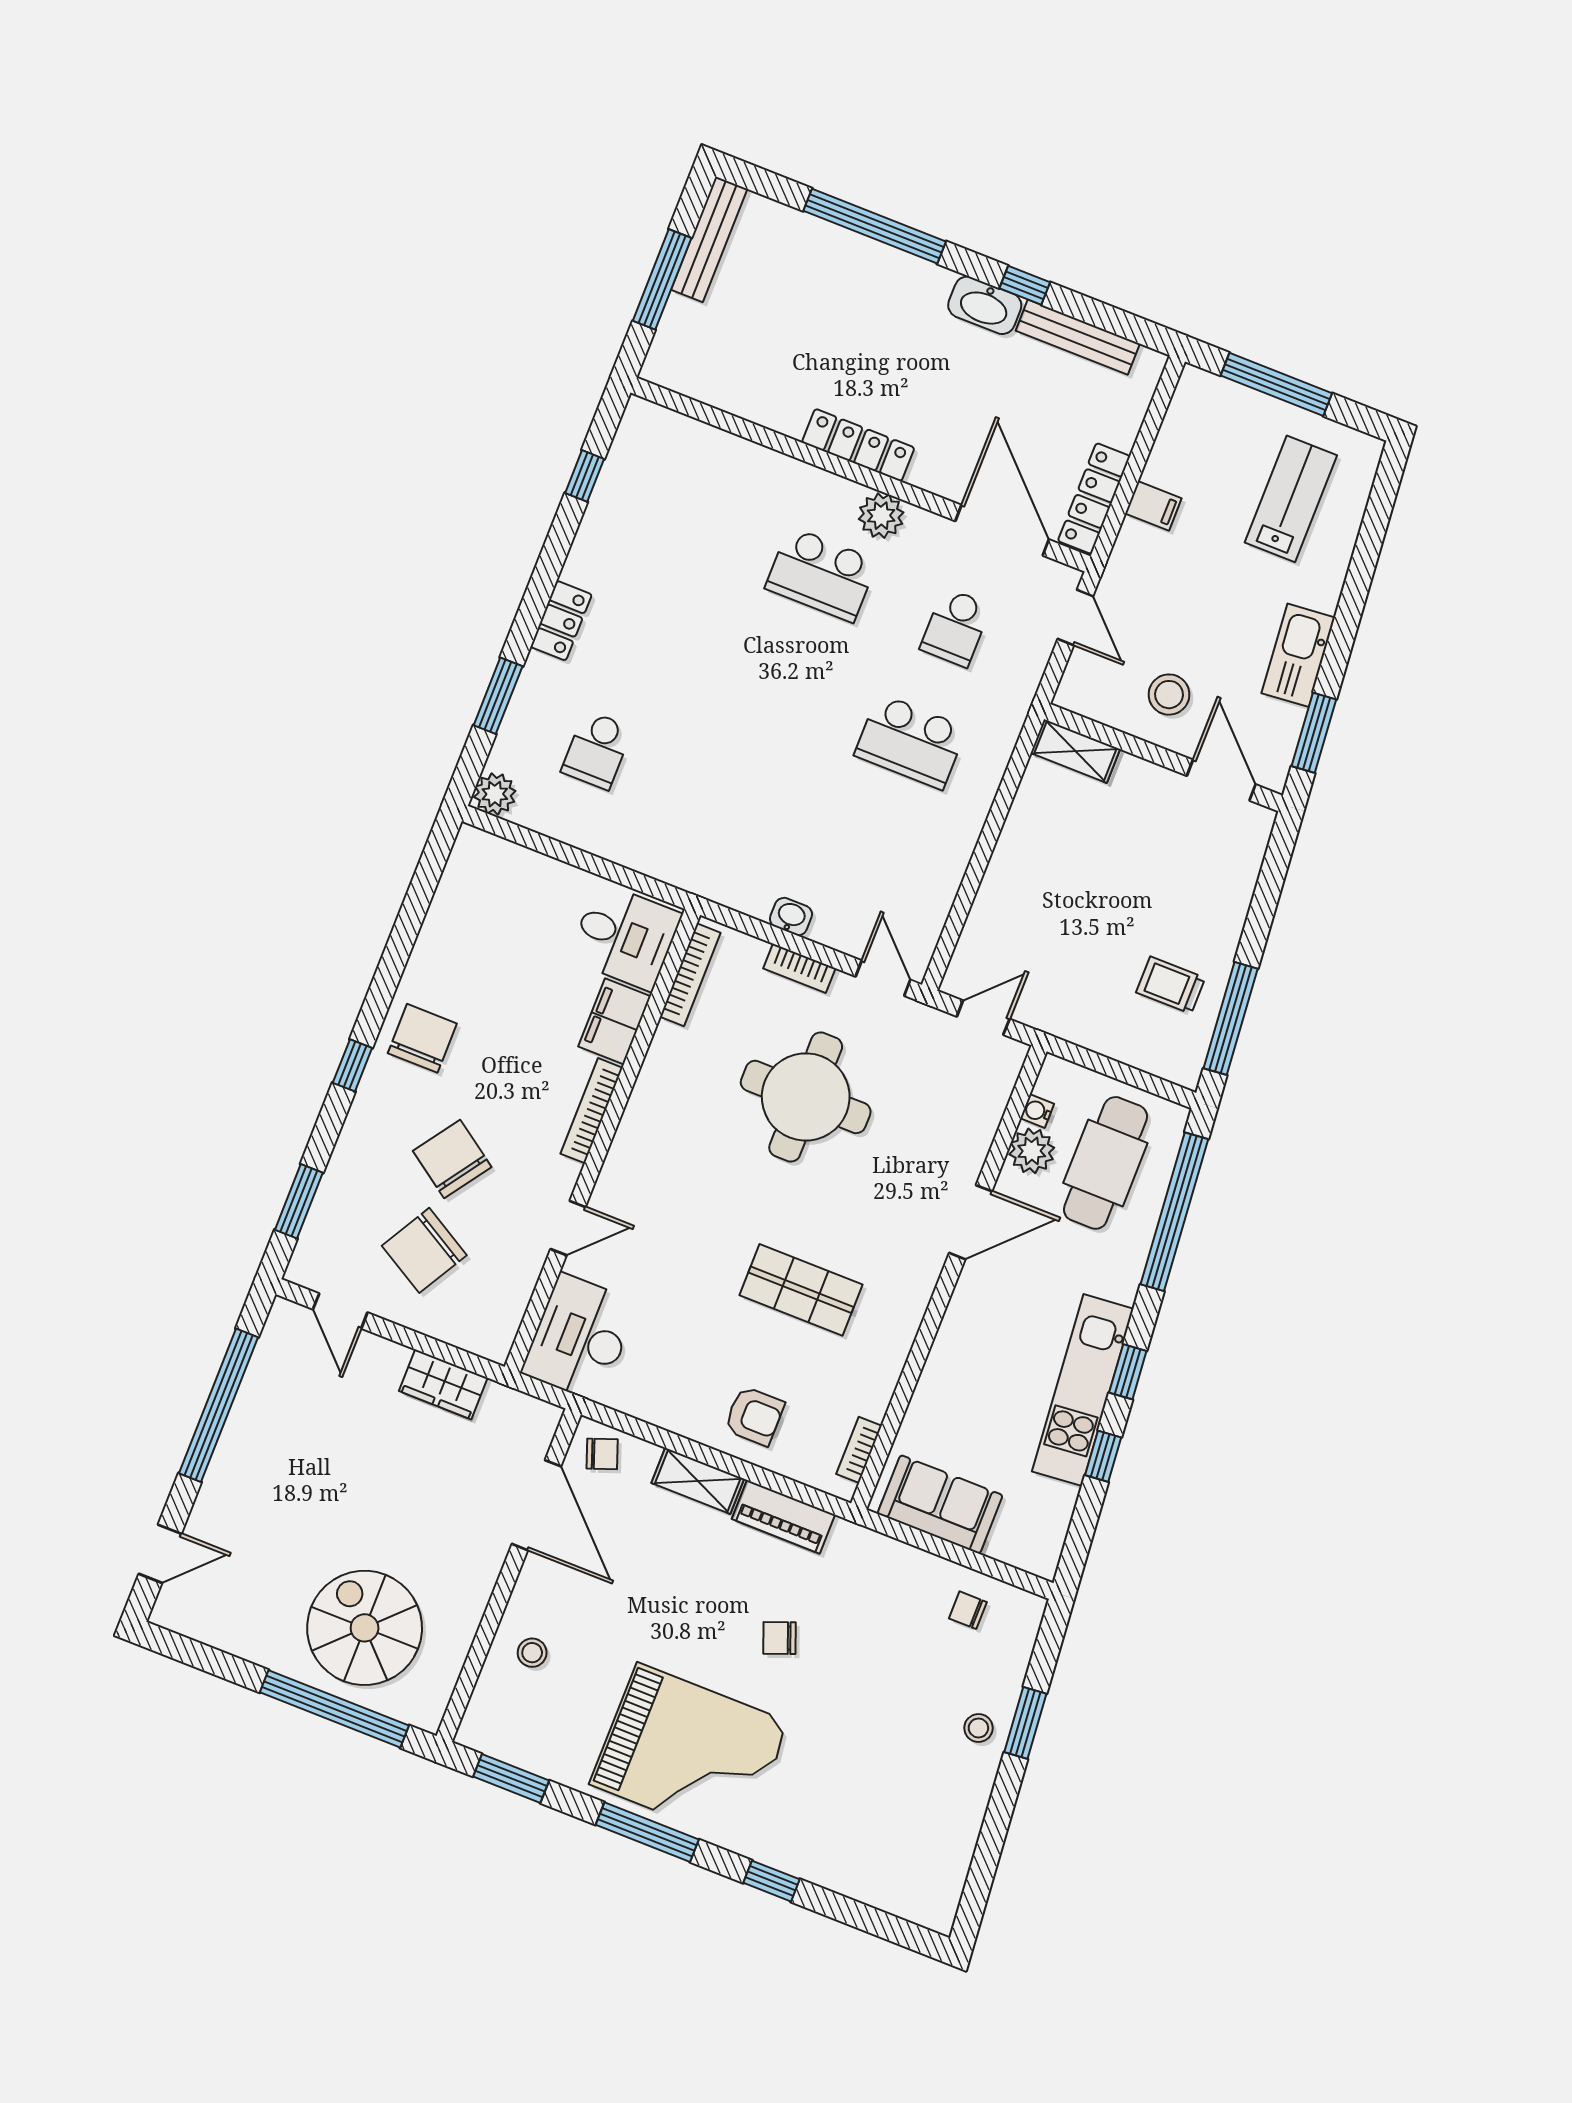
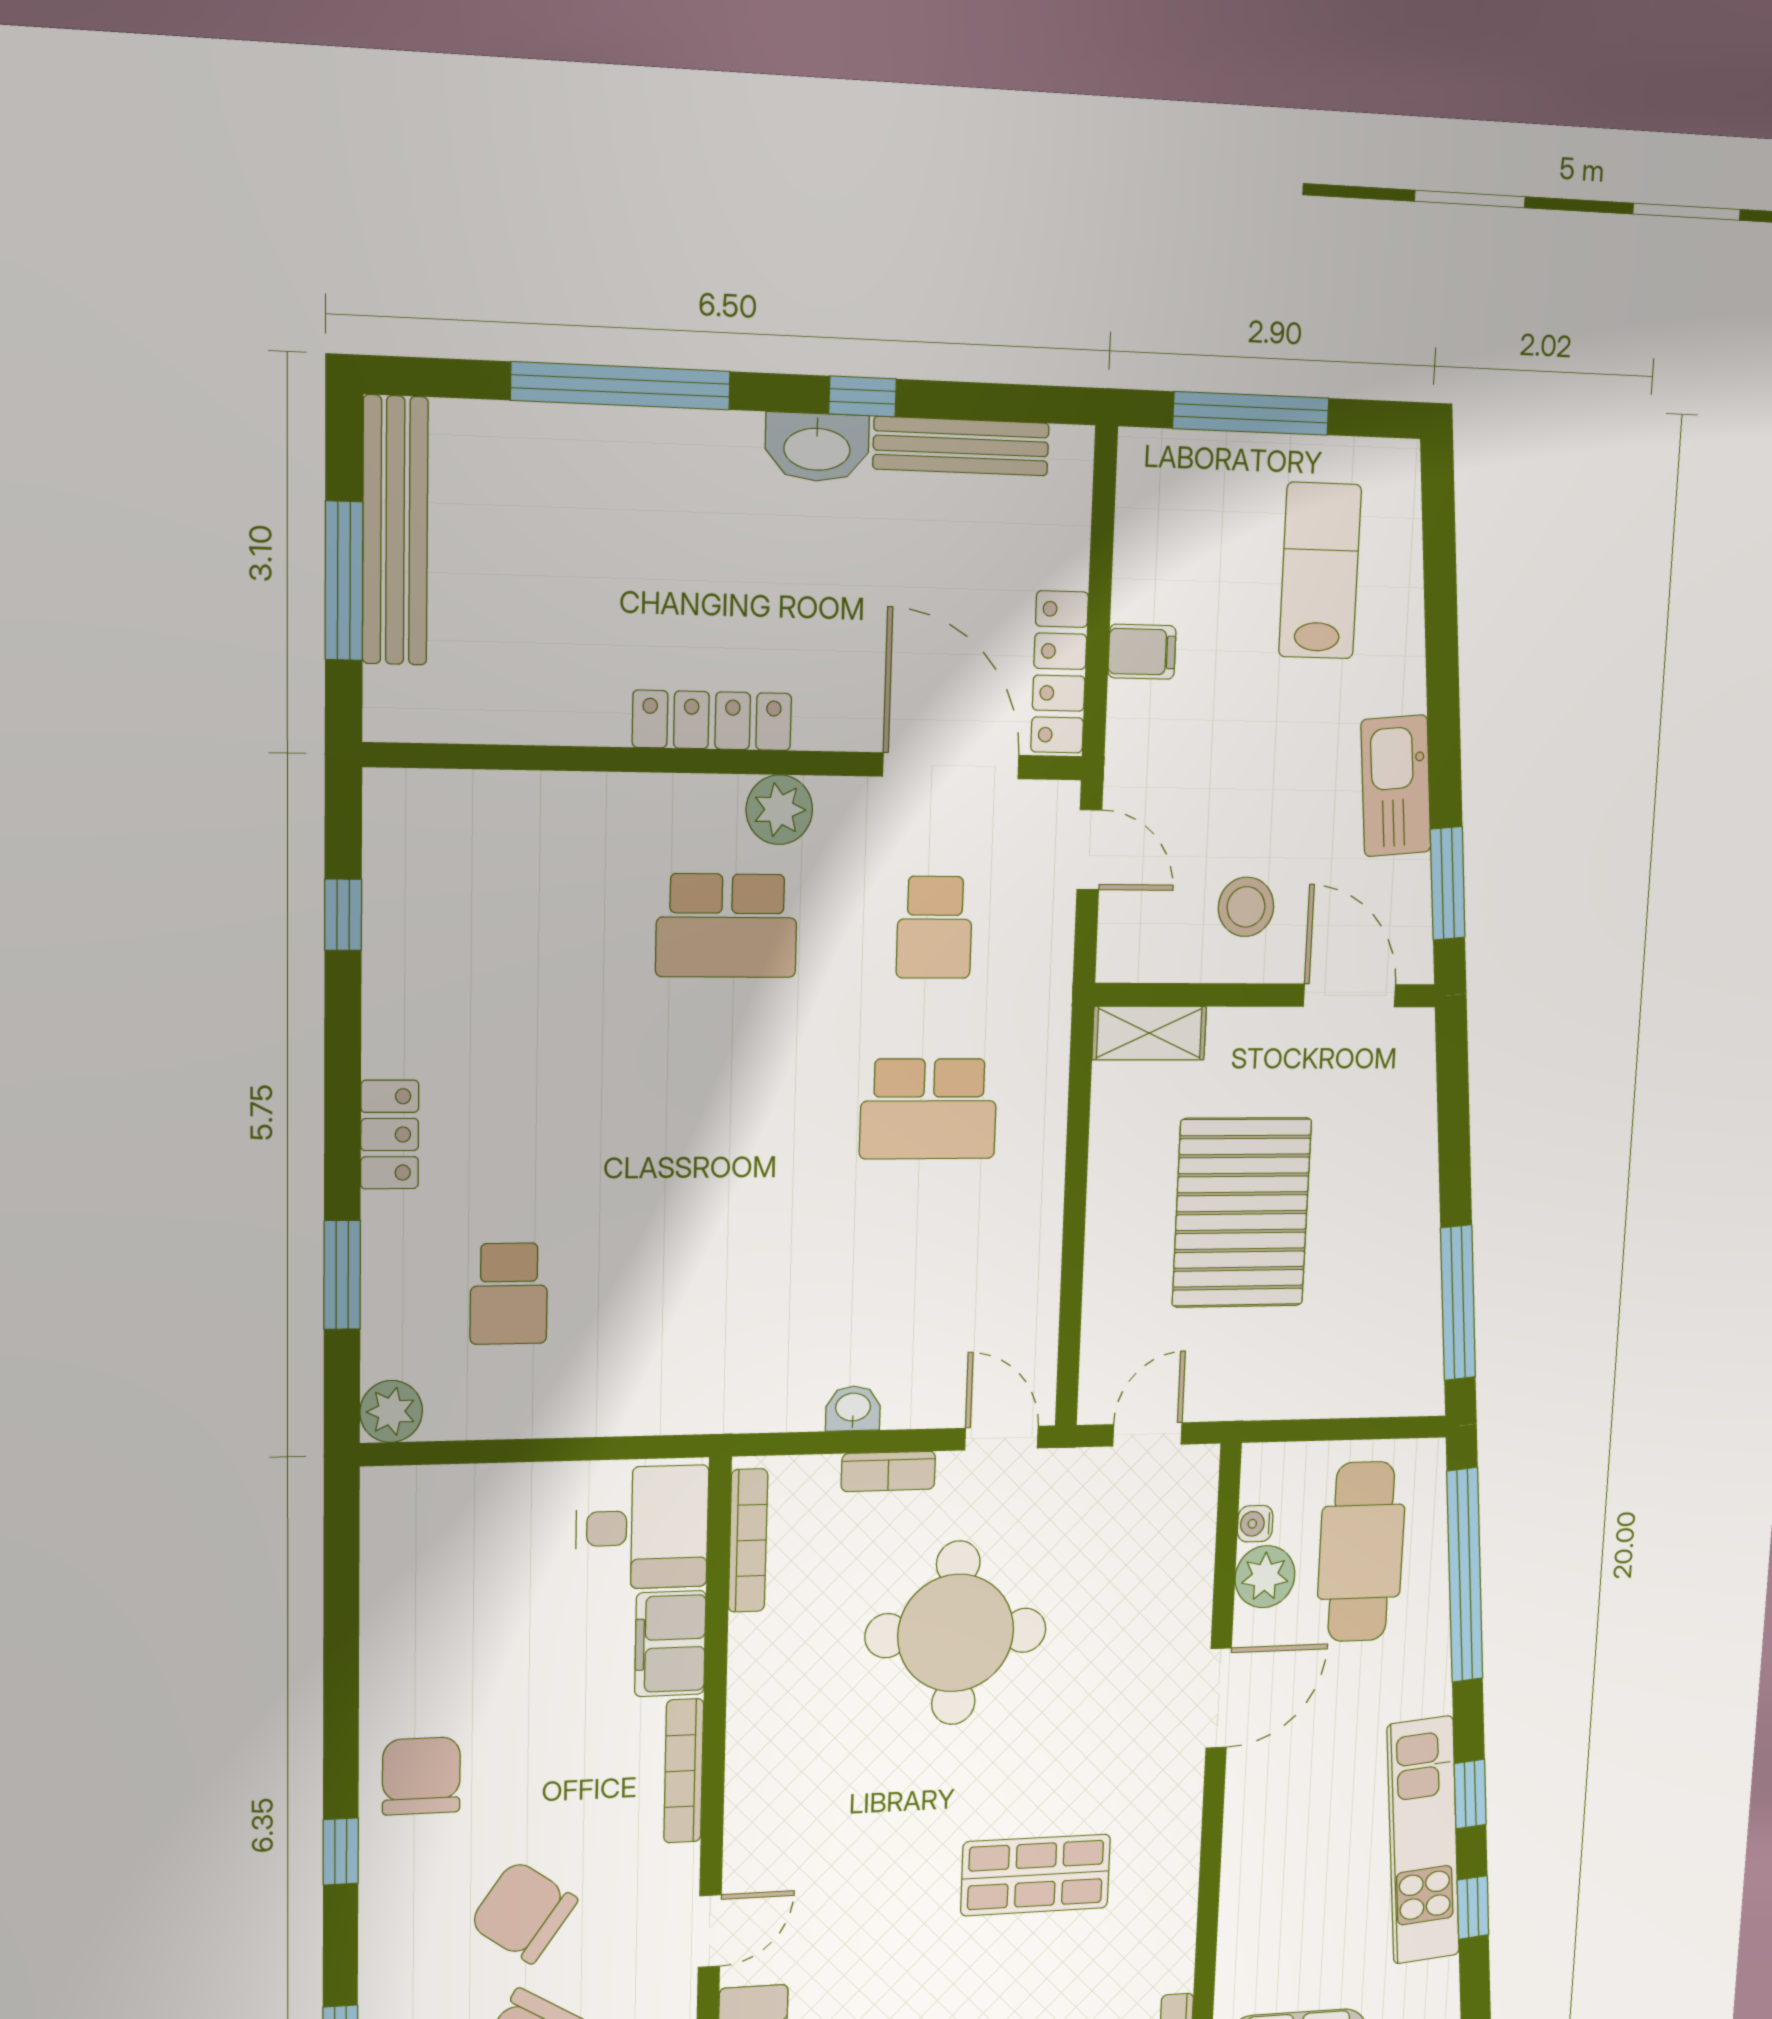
bench: (709, 239) -> (395, 531), width x1.37, depth x1.21
pallet: (1099, 895) -> (1242, 1213), added
trolley: (1171, 985) -> (1370, 1292), removed

